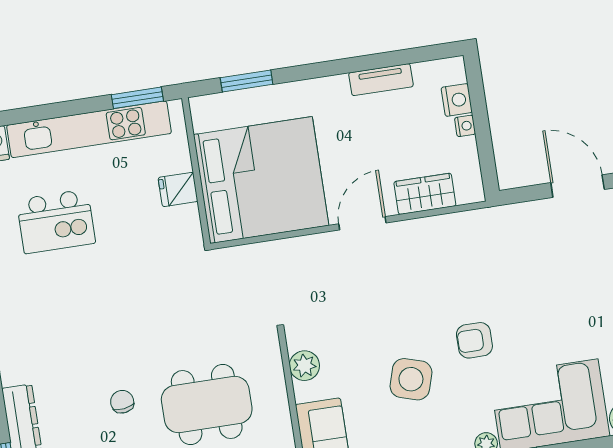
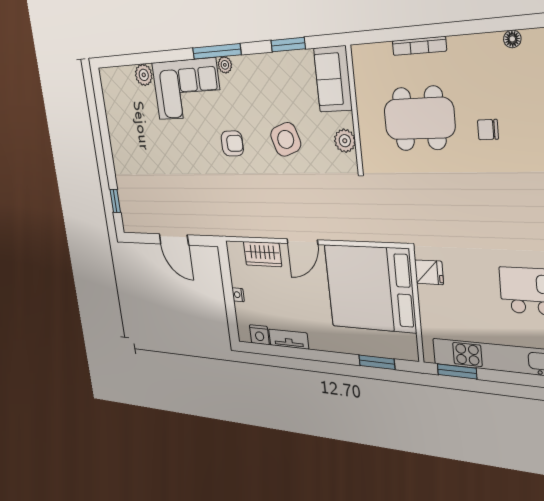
nightstand: (457, 100) -> (259, 335), moved, turned -90
fridge: (178, 189) -> (429, 272), moved
side table: (411, 379) -> (286, 139), moved, turned -36
chair: (122, 402) -> (488, 130), turned 98

